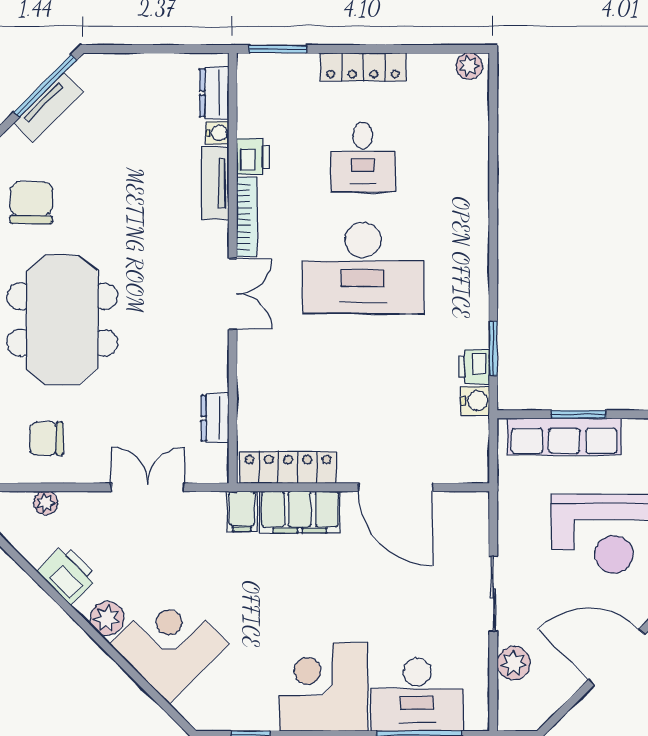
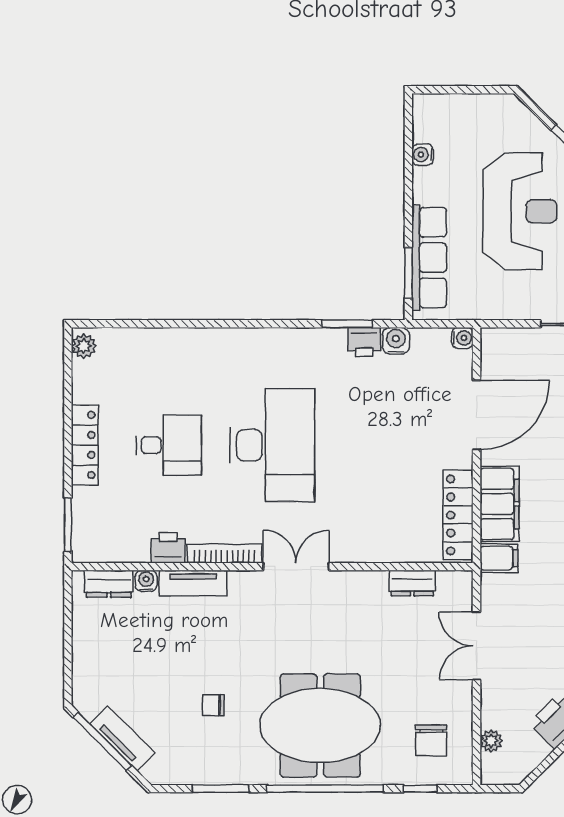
chair: (31, 203) -> (213, 705), moved, width x0.54, depth x0.54
window: (579, 414) -> (408, 273), moved
water cooler: (478, 472) -> (462, 338), added

